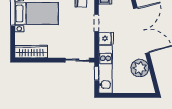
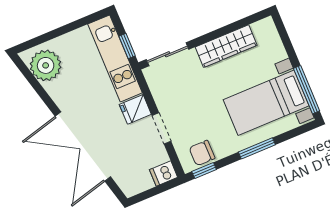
wardrobe: (31, 52) -> (226, 46), moved
plant: (140, 68) -> (46, 65), moved

